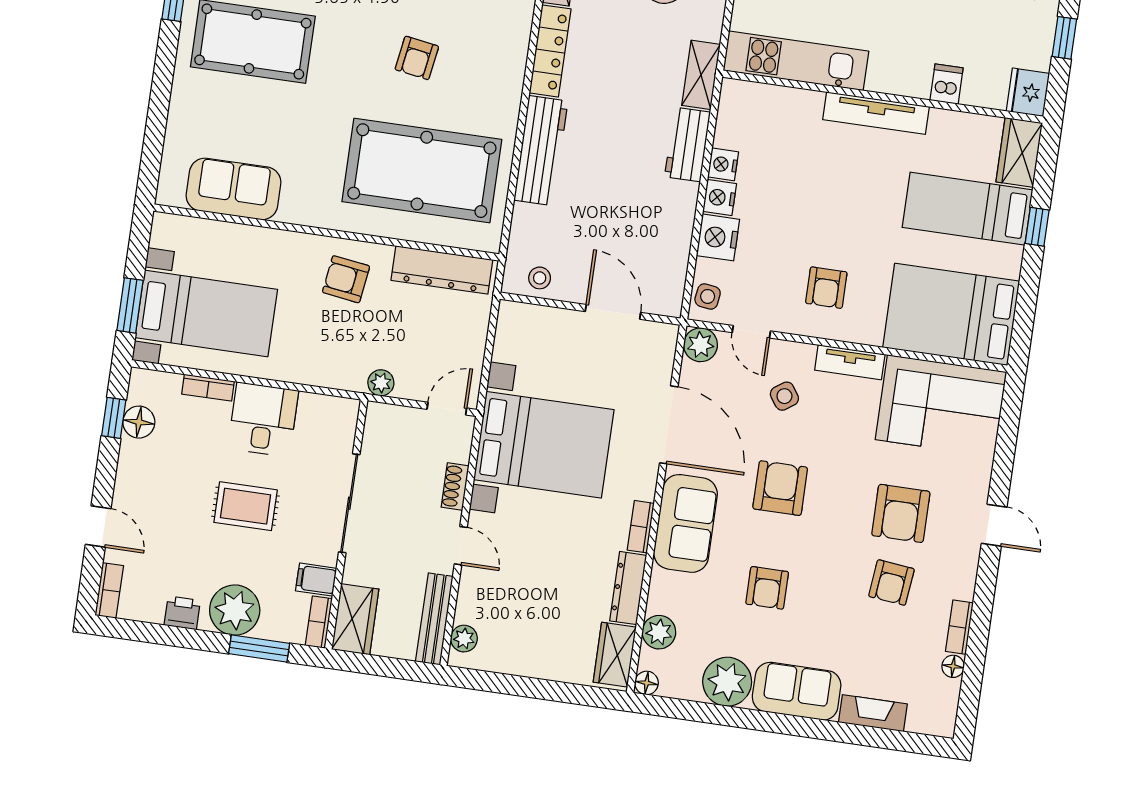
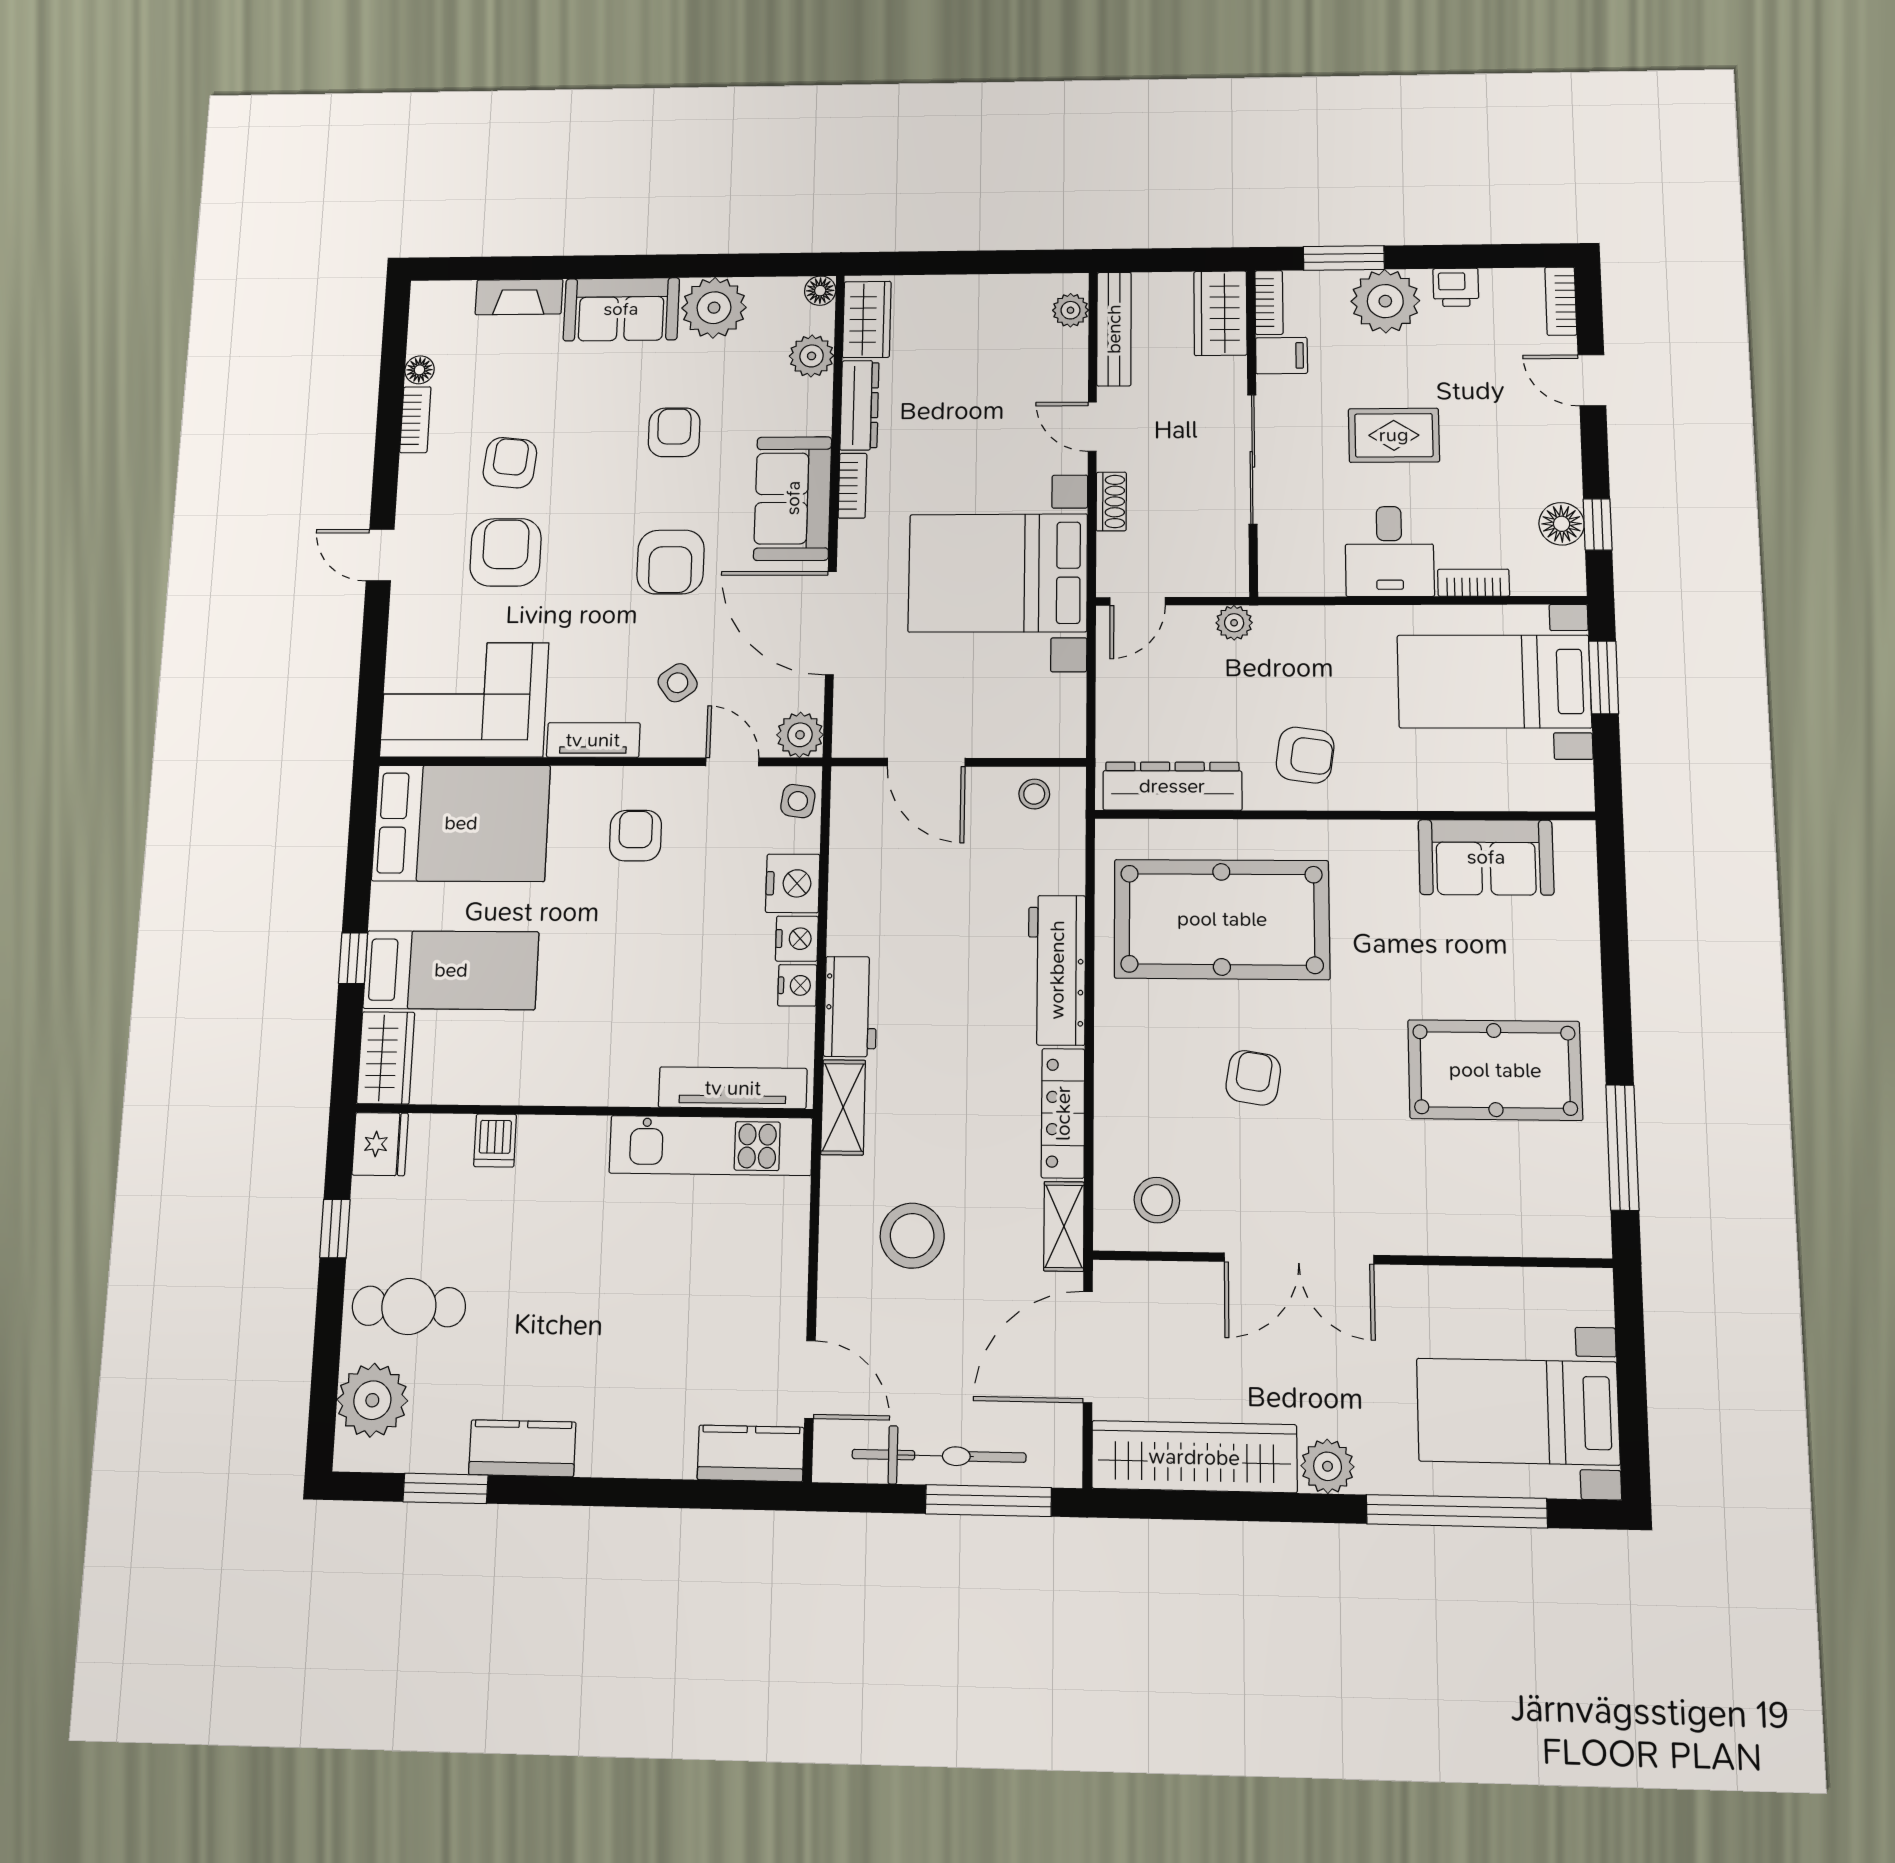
tv unit: (876, 113) -> (733, 1088), moved

